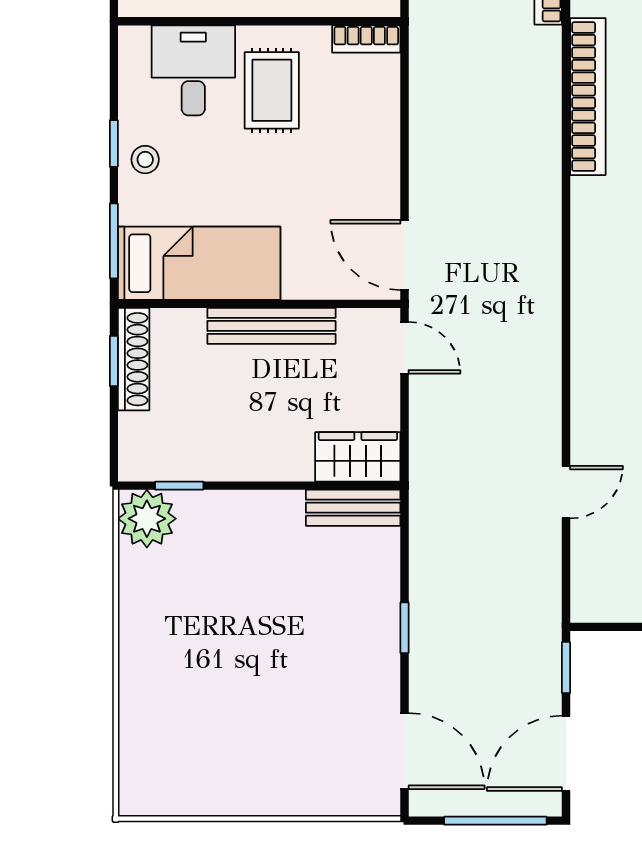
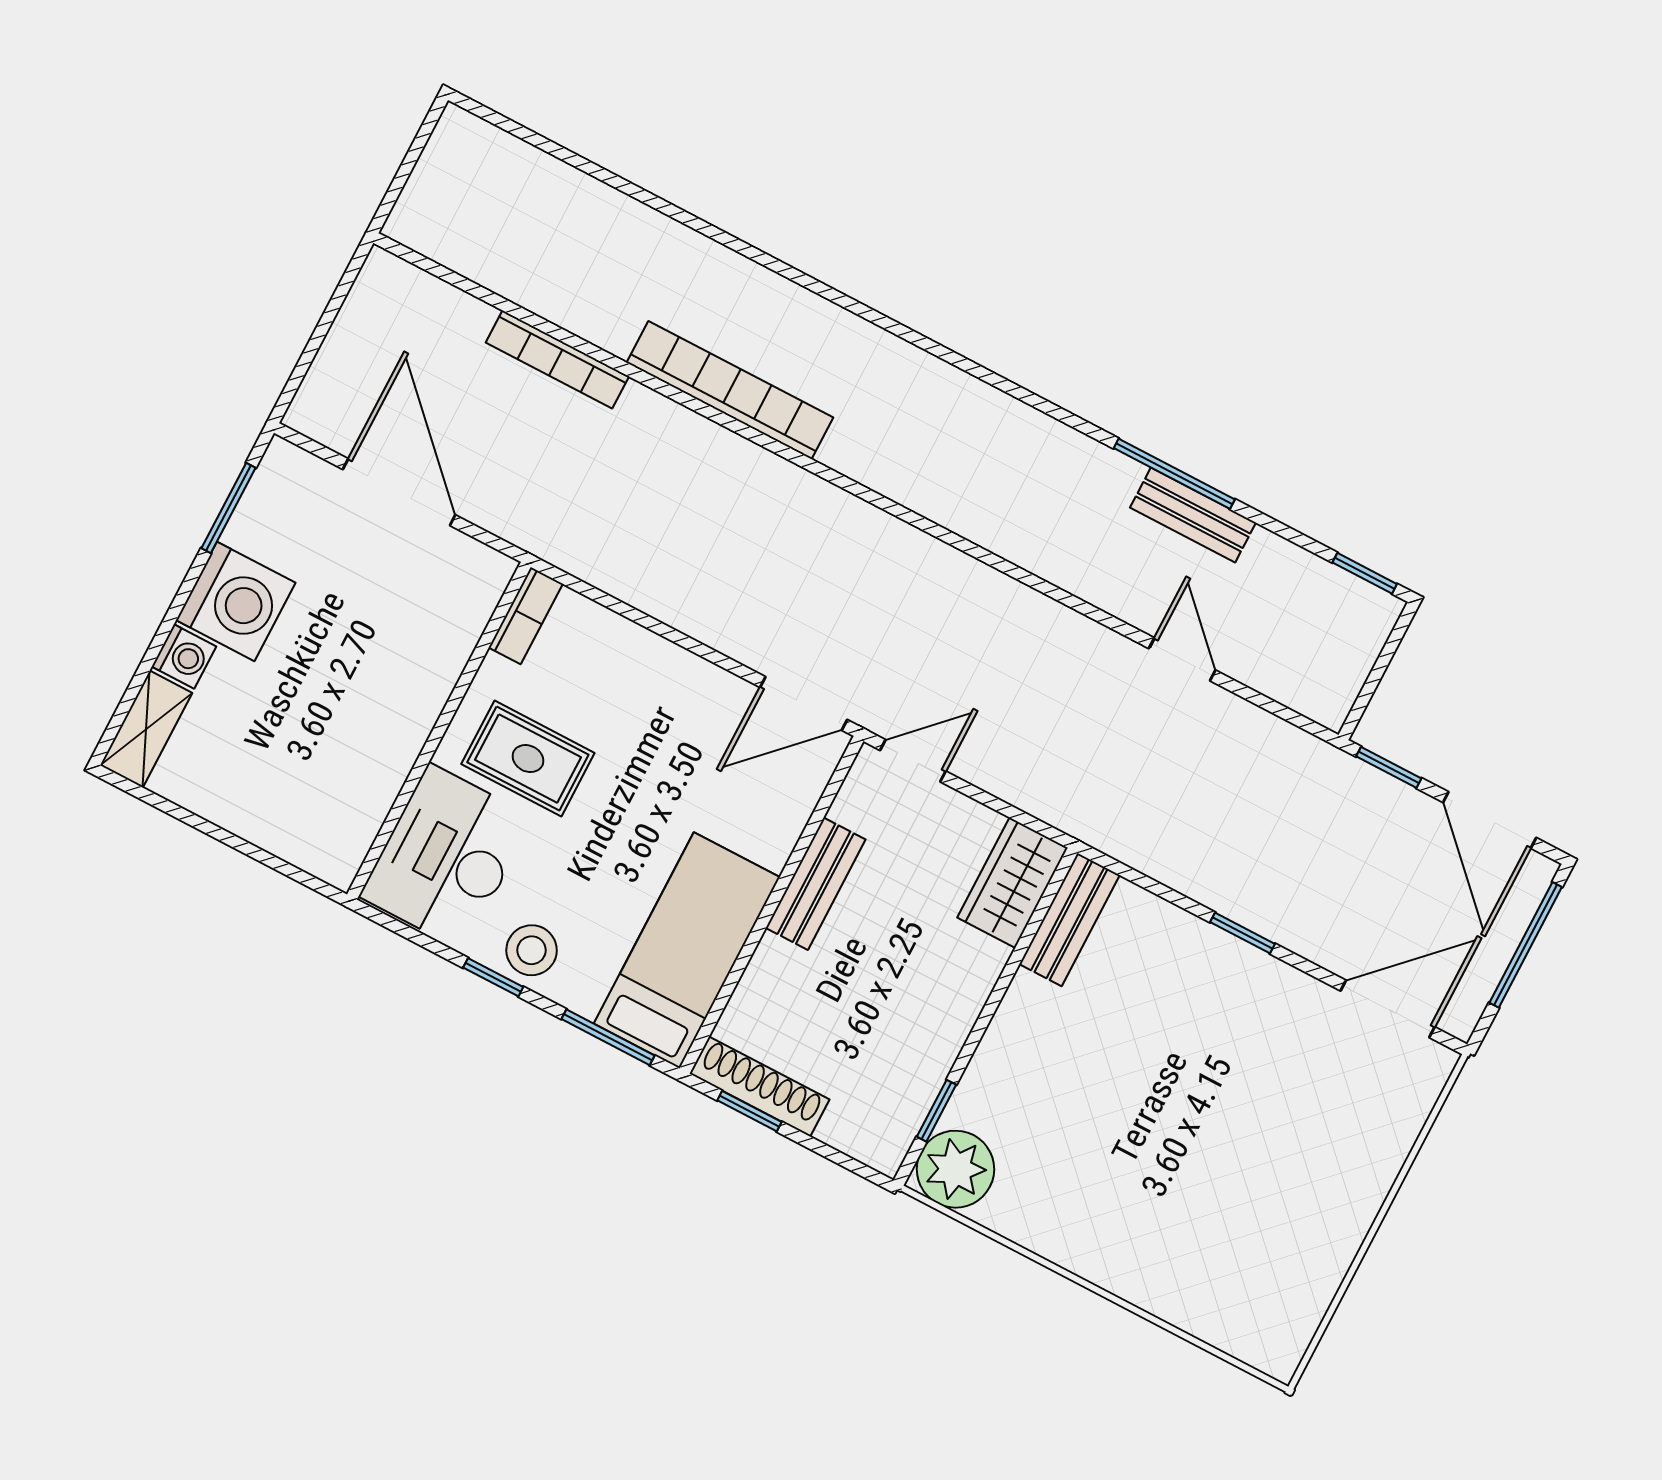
desk: (193, 70) -> (447, 857), width x1.37
stool: (145, 160) -> (532, 950), width x1.37, depth x1.37
bench: (271, 326) -> (816, 884), width x0.73

